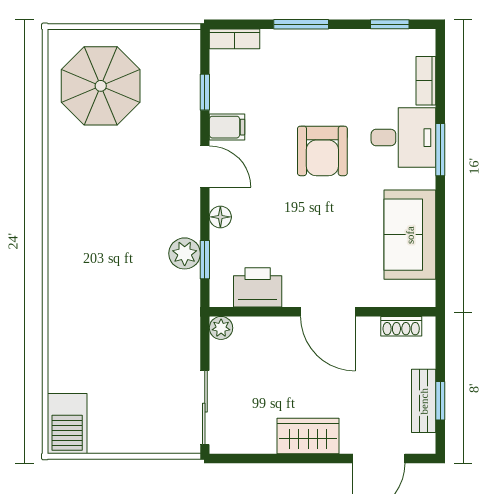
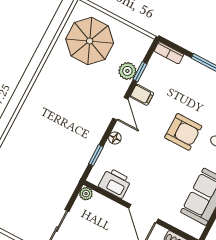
armchair: (322, 151) -> (183, 132), turned -90
plant: (185, 253) -> (127, 71), moved

